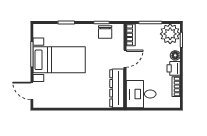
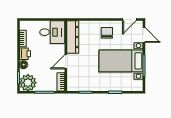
chair: (105, 32) -> (107, 33), moved
door: (49, 109) -> (129, 20), added

